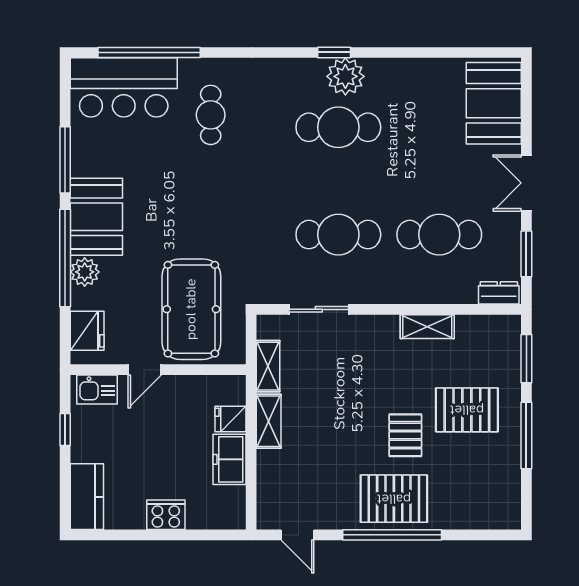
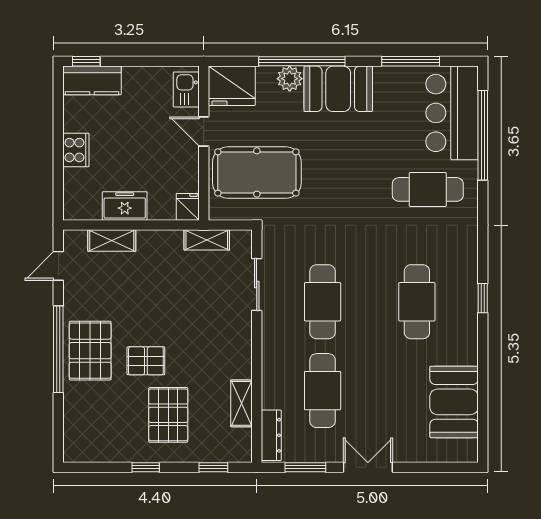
plant: (345, 76) -> (462, 308), removed
booth: (494, 103) -> (454, 402), moved, turned 90
cafe table: (211, 115) -> (428, 189), width x1.37, depth x1.35
window: (65, 160) -> (411, 61), moved
dresser: (499, 293) -> (271, 435), width x1.44
shelving: (427, 327) -> (241, 403), moved
fridge: (87, 331) -> (232, 86), width x1.36, depth x1.34
window: (526, 359) -> (213, 467), width x0.67
fridge: (231, 419) -> (188, 207), moved
shelving: (269, 421) -> (112, 240), moved
window: (65, 429) -> (86, 61), moved
window: (526, 436) -> (146, 467), width x0.46

